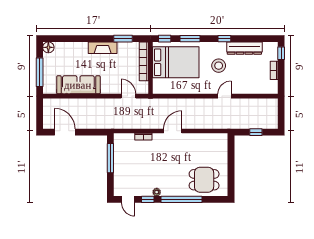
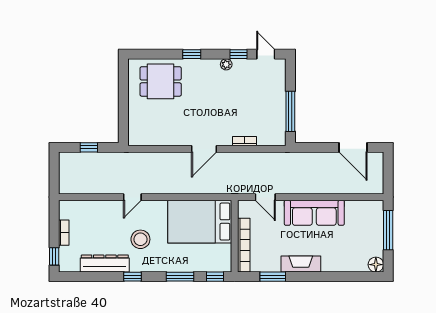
bed: (176, 62) -> (200, 222), moved
sofa: (78, 85) -> (314, 213), moved
window: (182, 199) -> (192, 54), width x0.32

